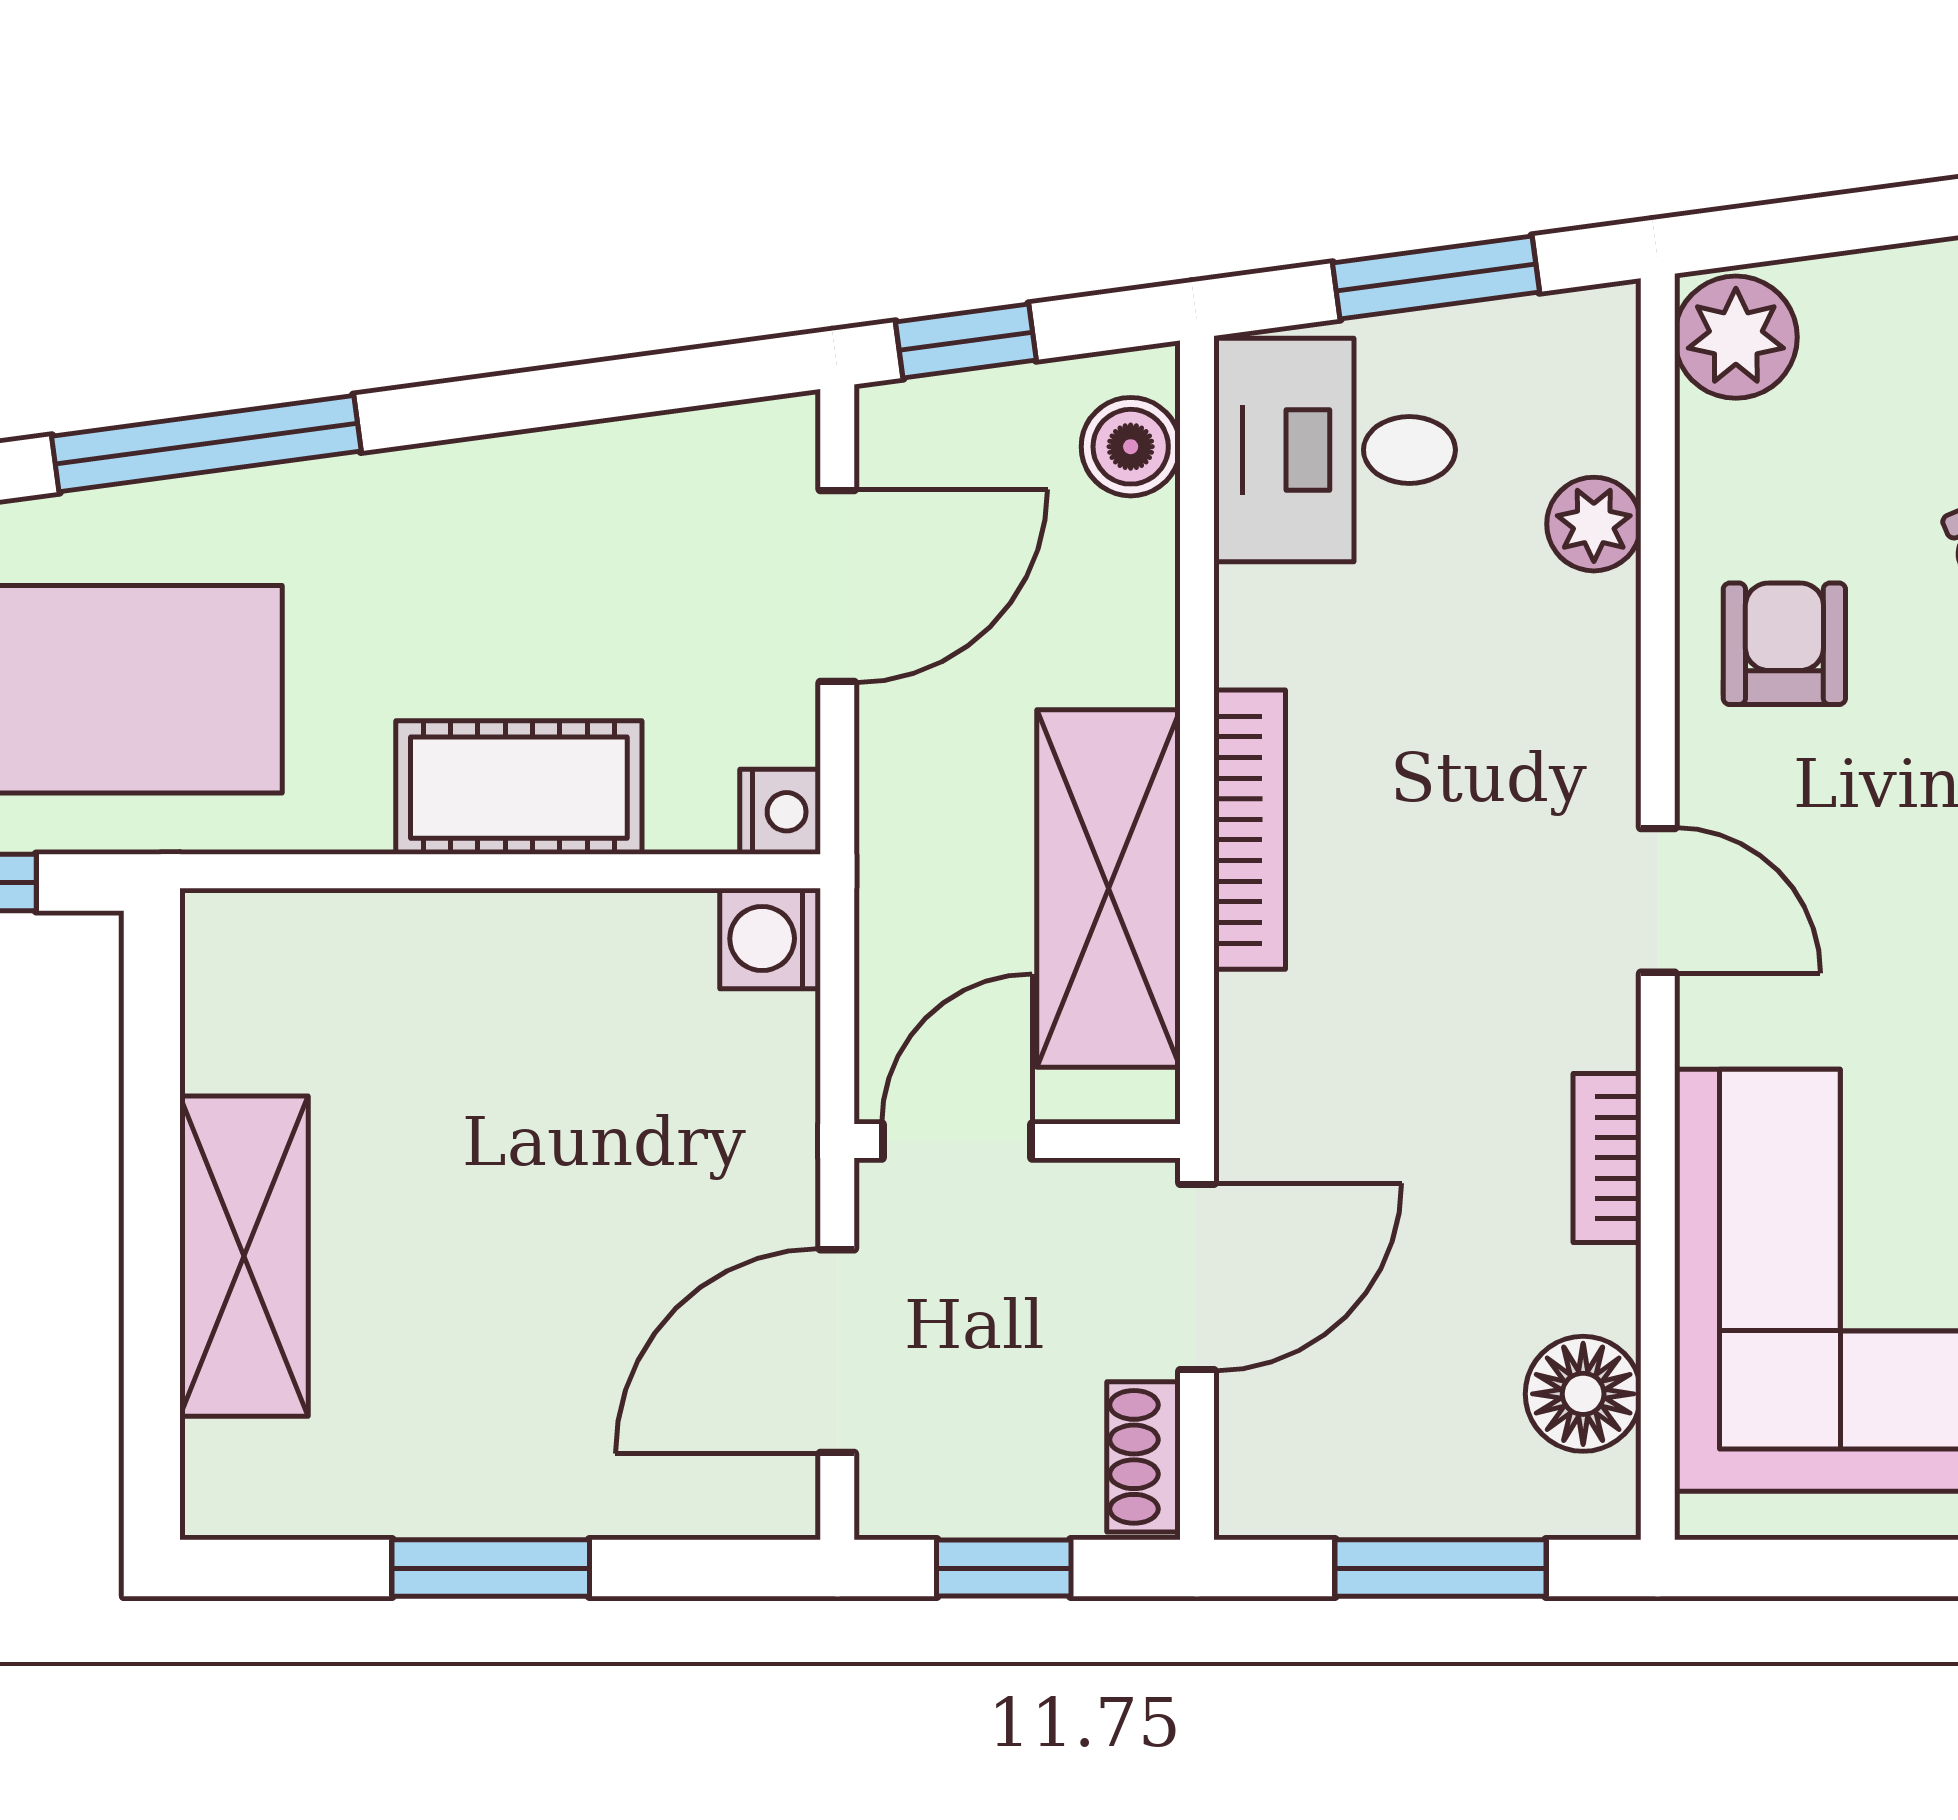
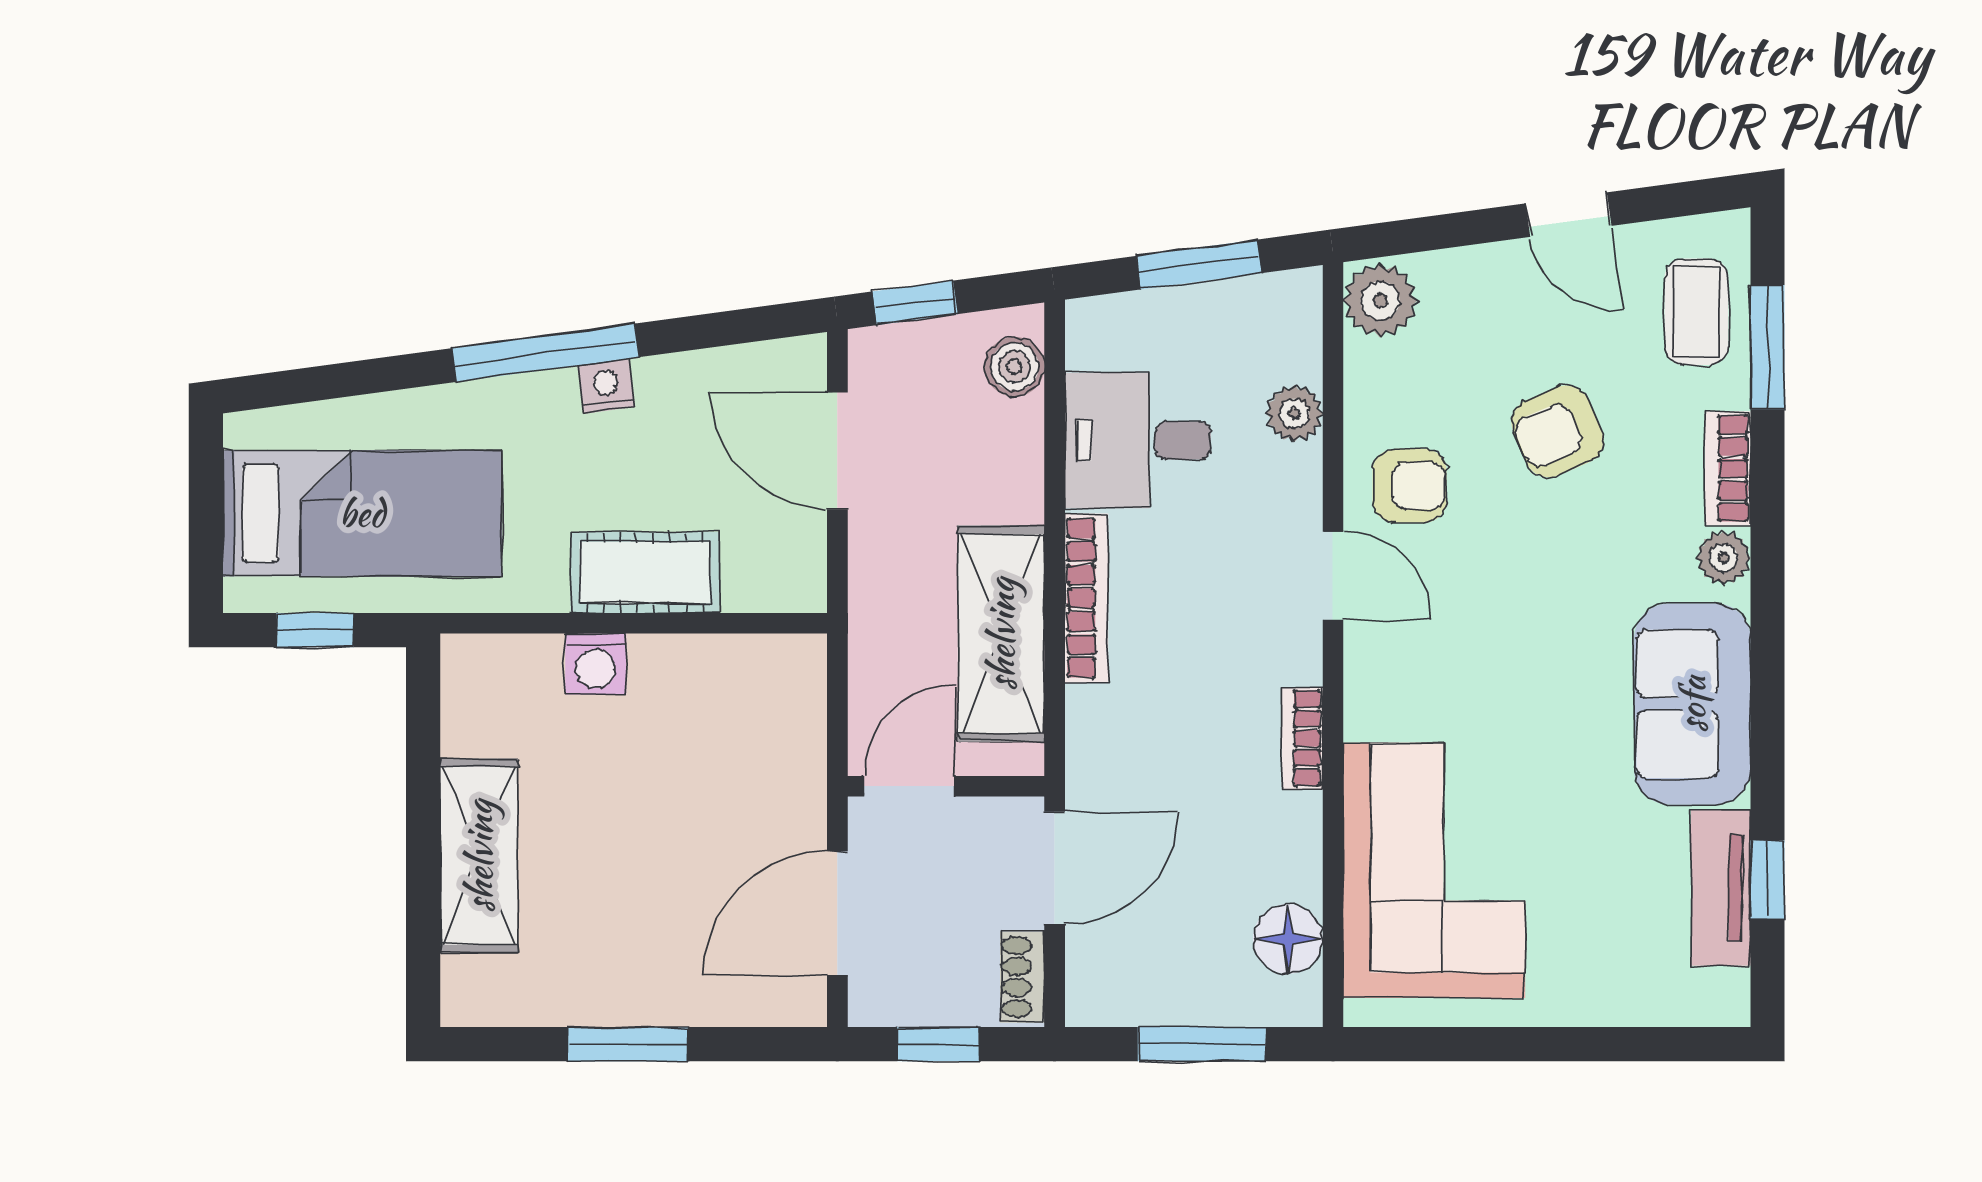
window: (206, 444) -> (546, 353), moved
desk: (1335, 450) -> (1138, 441), moved
door: (837, 586) -> (837, 451), swing flipped
armchair: (1784, 644) -> (1410, 486), turned 90
nightstand: (780, 812) -> (606, 386), moved, turned -98
door: (1658, 900) -> (1333, 576), moved
washing machine: (770, 939) -> (596, 664), moved, turned -90
bookcase: (1607, 1158) -> (1302, 738), moved

